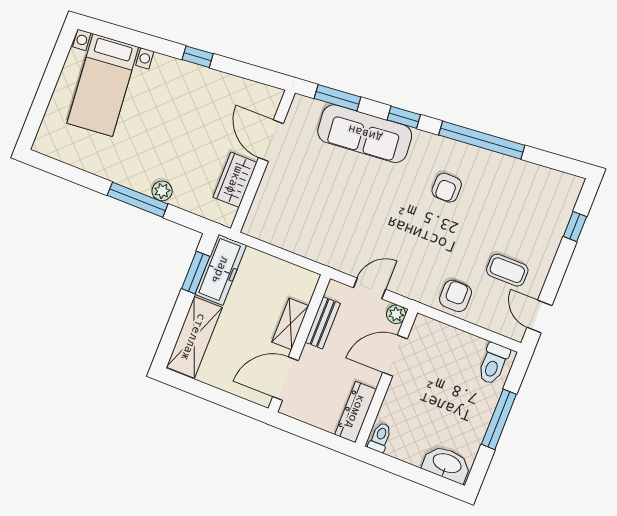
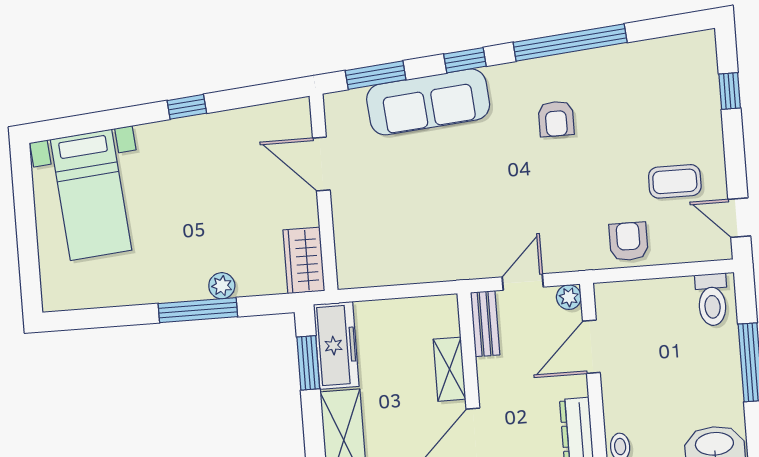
wardrobe: (235, 180) -> (304, 260), moved
bench: (323, 323) -> (485, 324), moved

